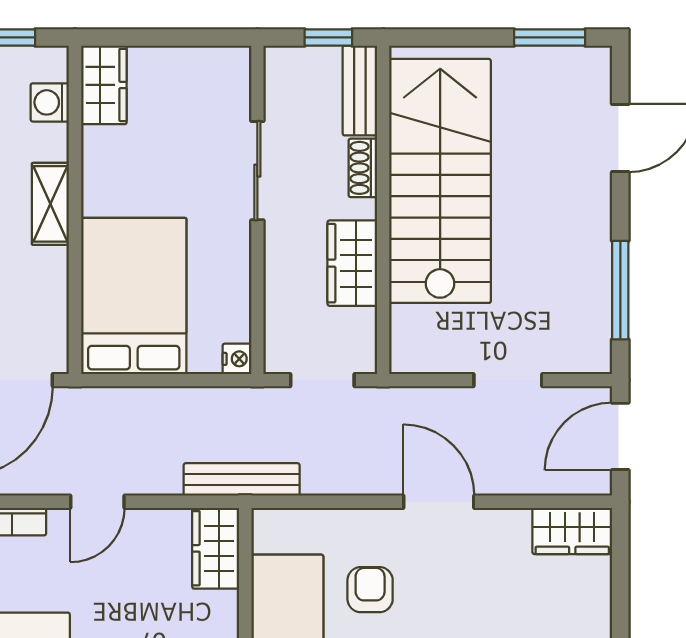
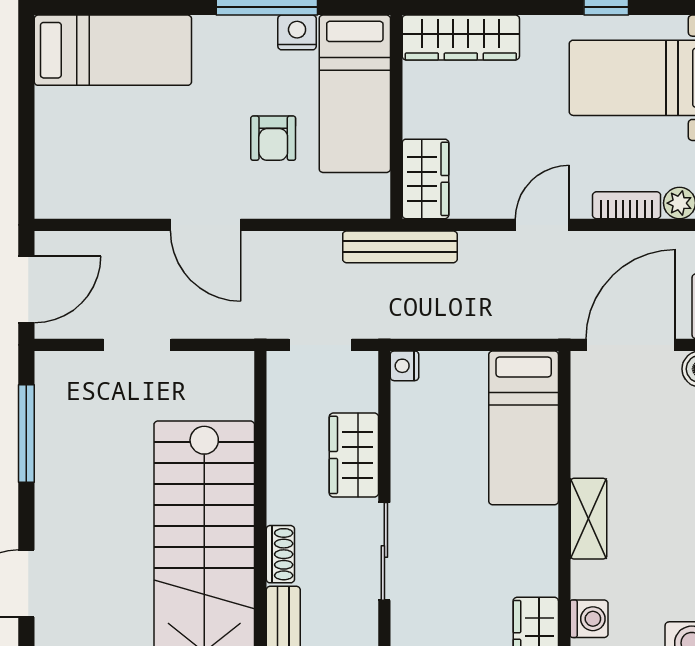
wardrobe: (352, 263) -> (354, 455), moved, turned 180
bed: (134, 296) -> (524, 428), width x0.67
wardrobe: (572, 531) -> (74, 196), removed

